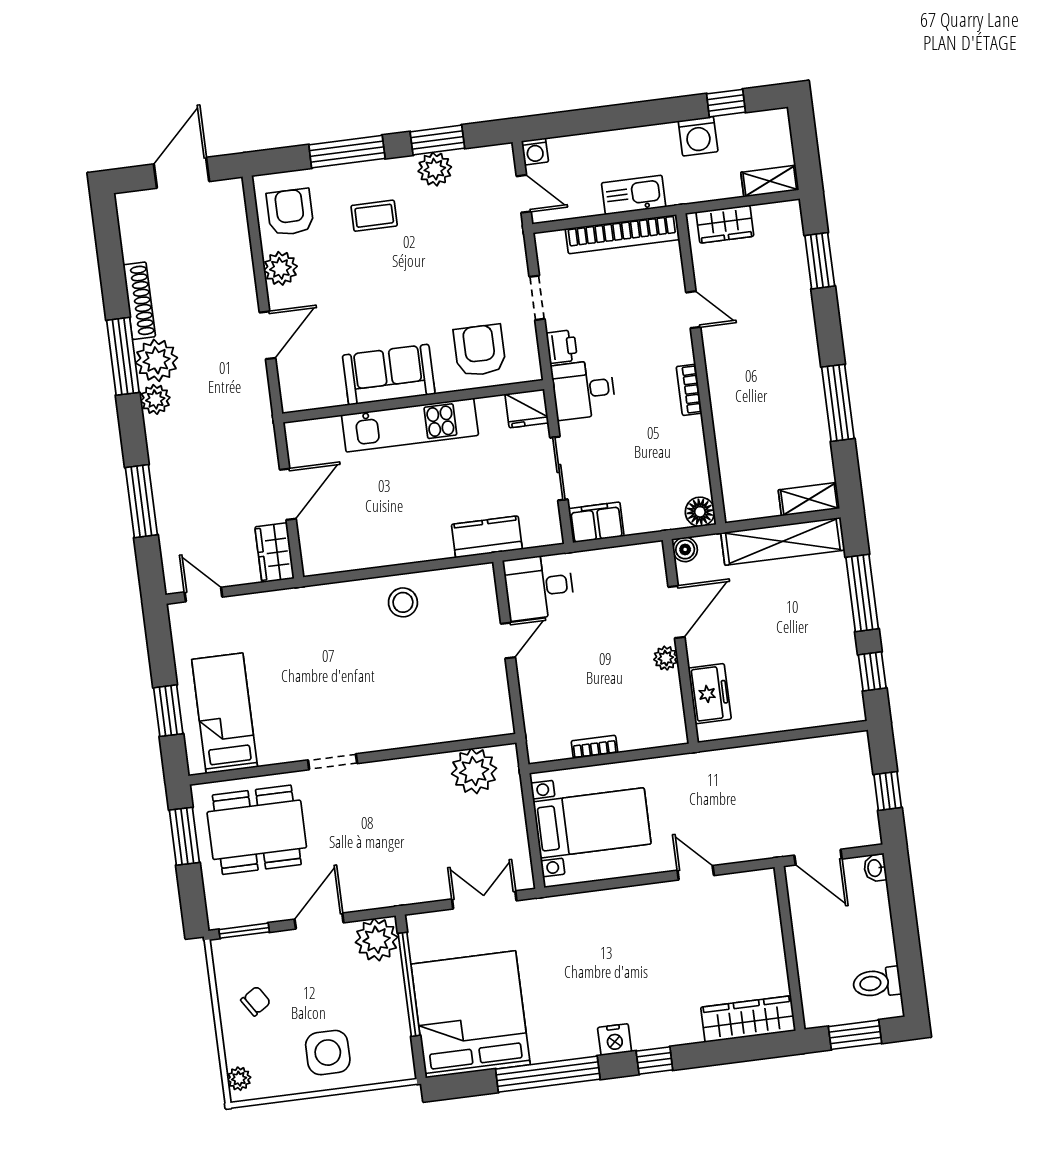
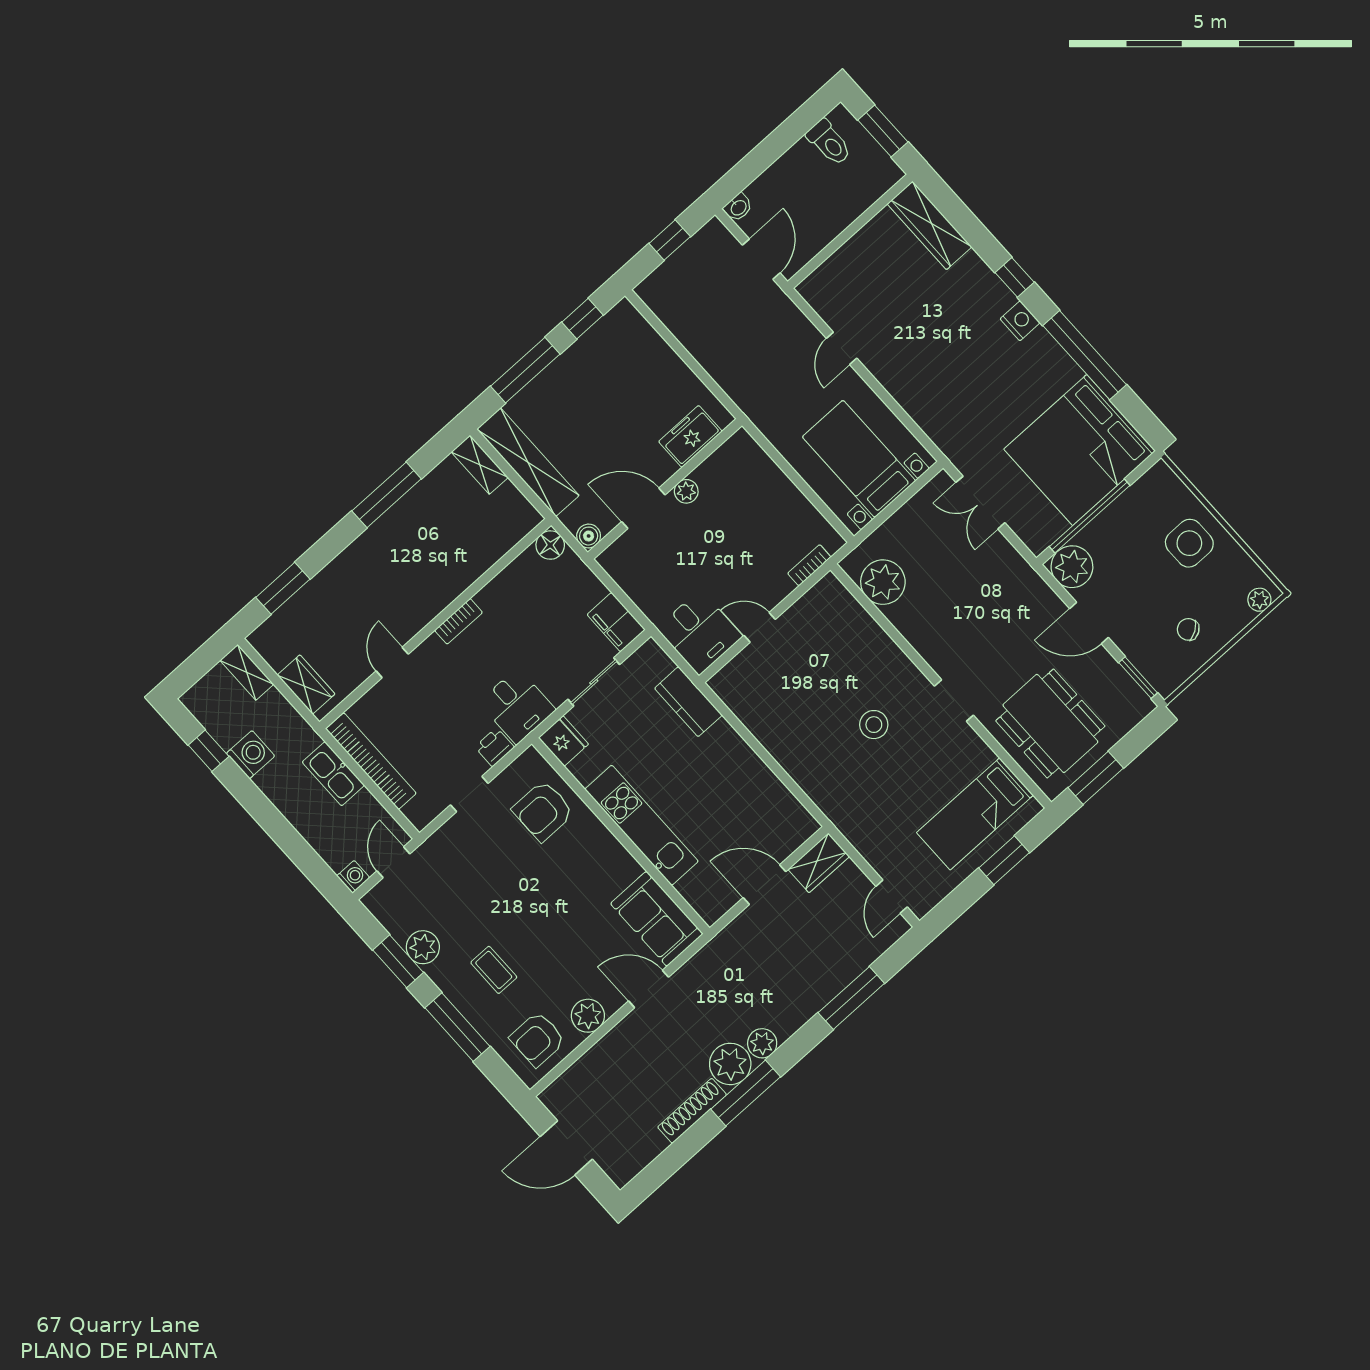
sofa: (389, 375) -> (657, 919), moved
stool: (403, 602) -> (874, 725), moved
bookcase: (594, 747) -> (809, 565), moved, turned 90

